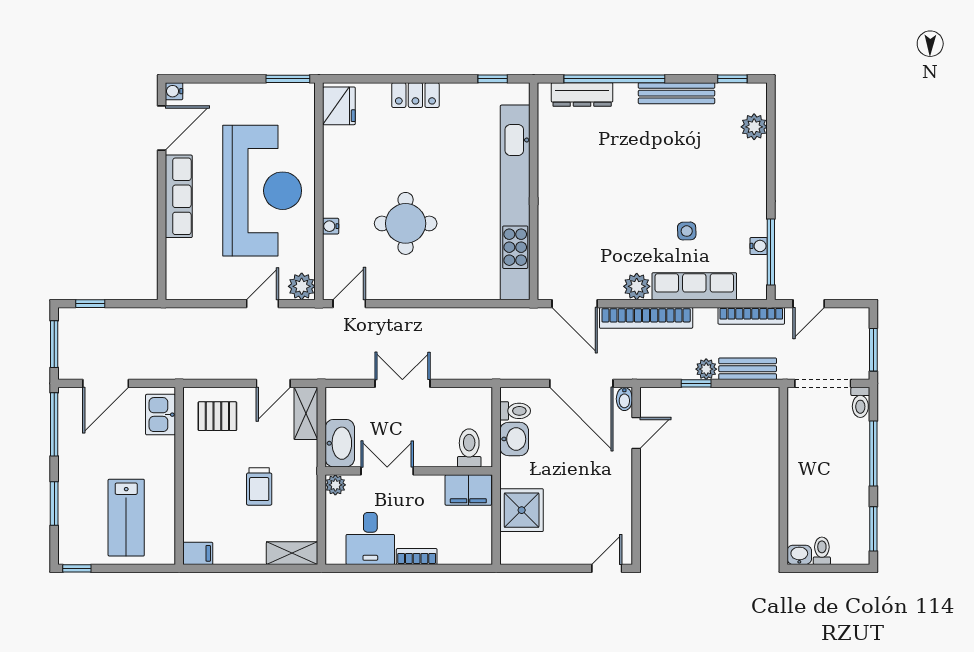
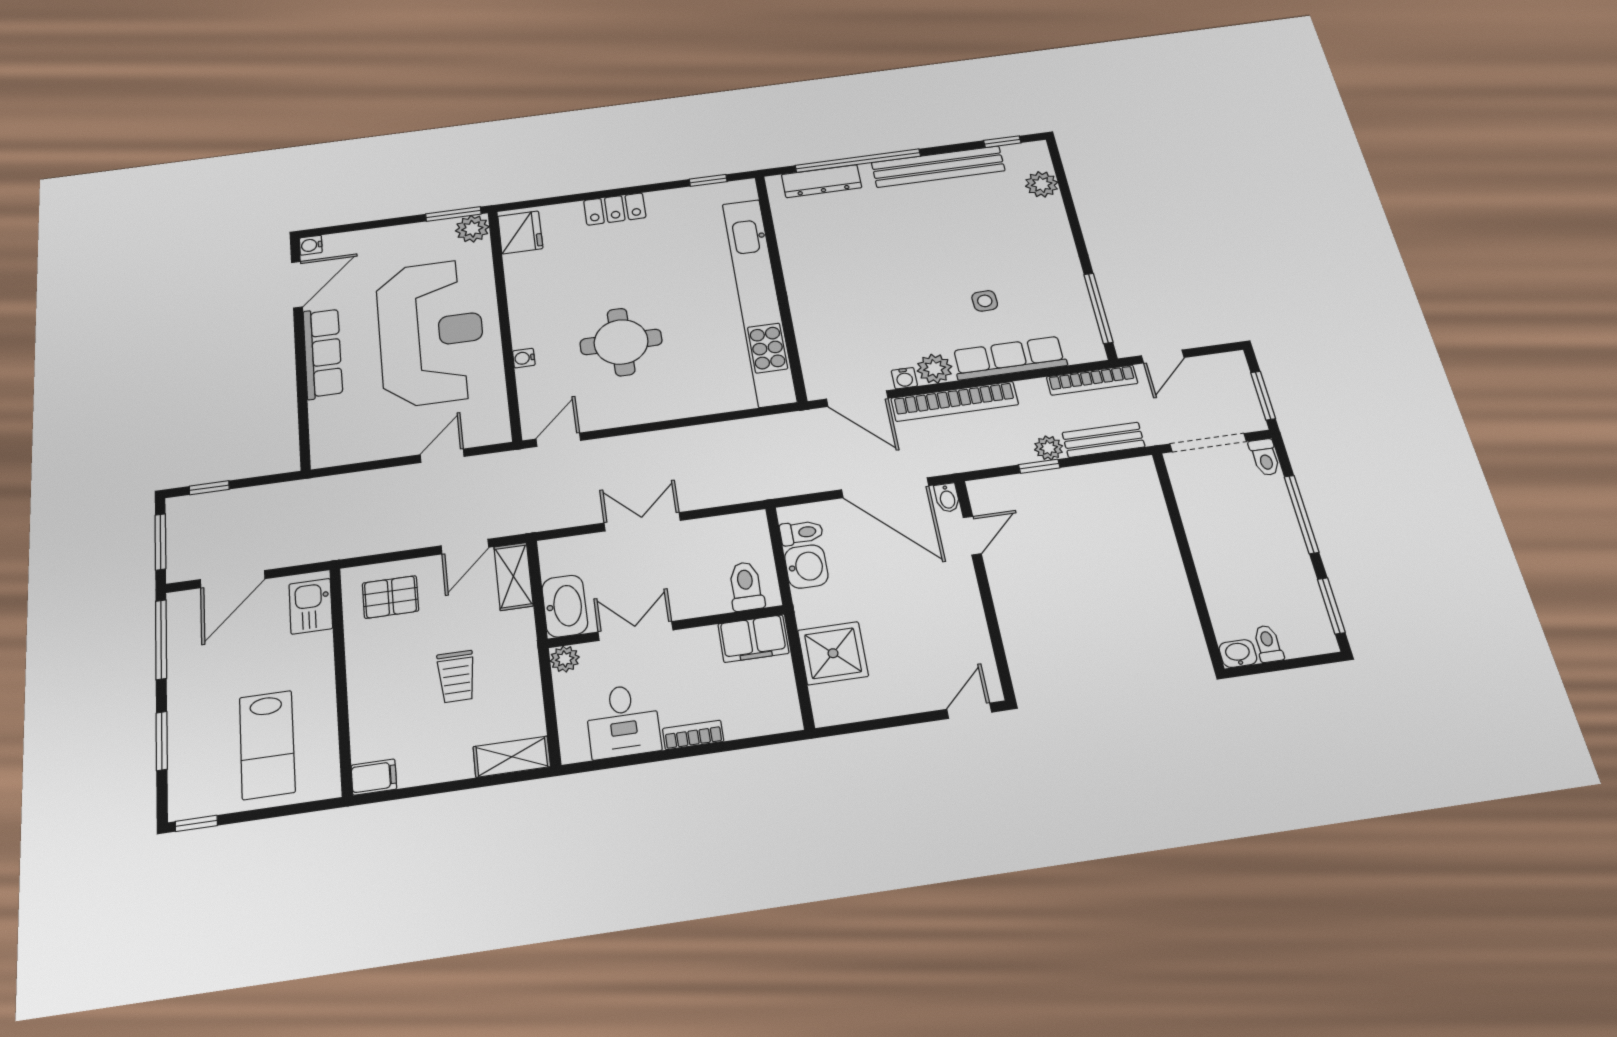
bench: (677, 93) -> (938, 167), width x1.37, depth x1.21
water cooler: (759, 246) -> (904, 378), moved, turned 90
plant: (302, 286) -> (472, 229), moved

